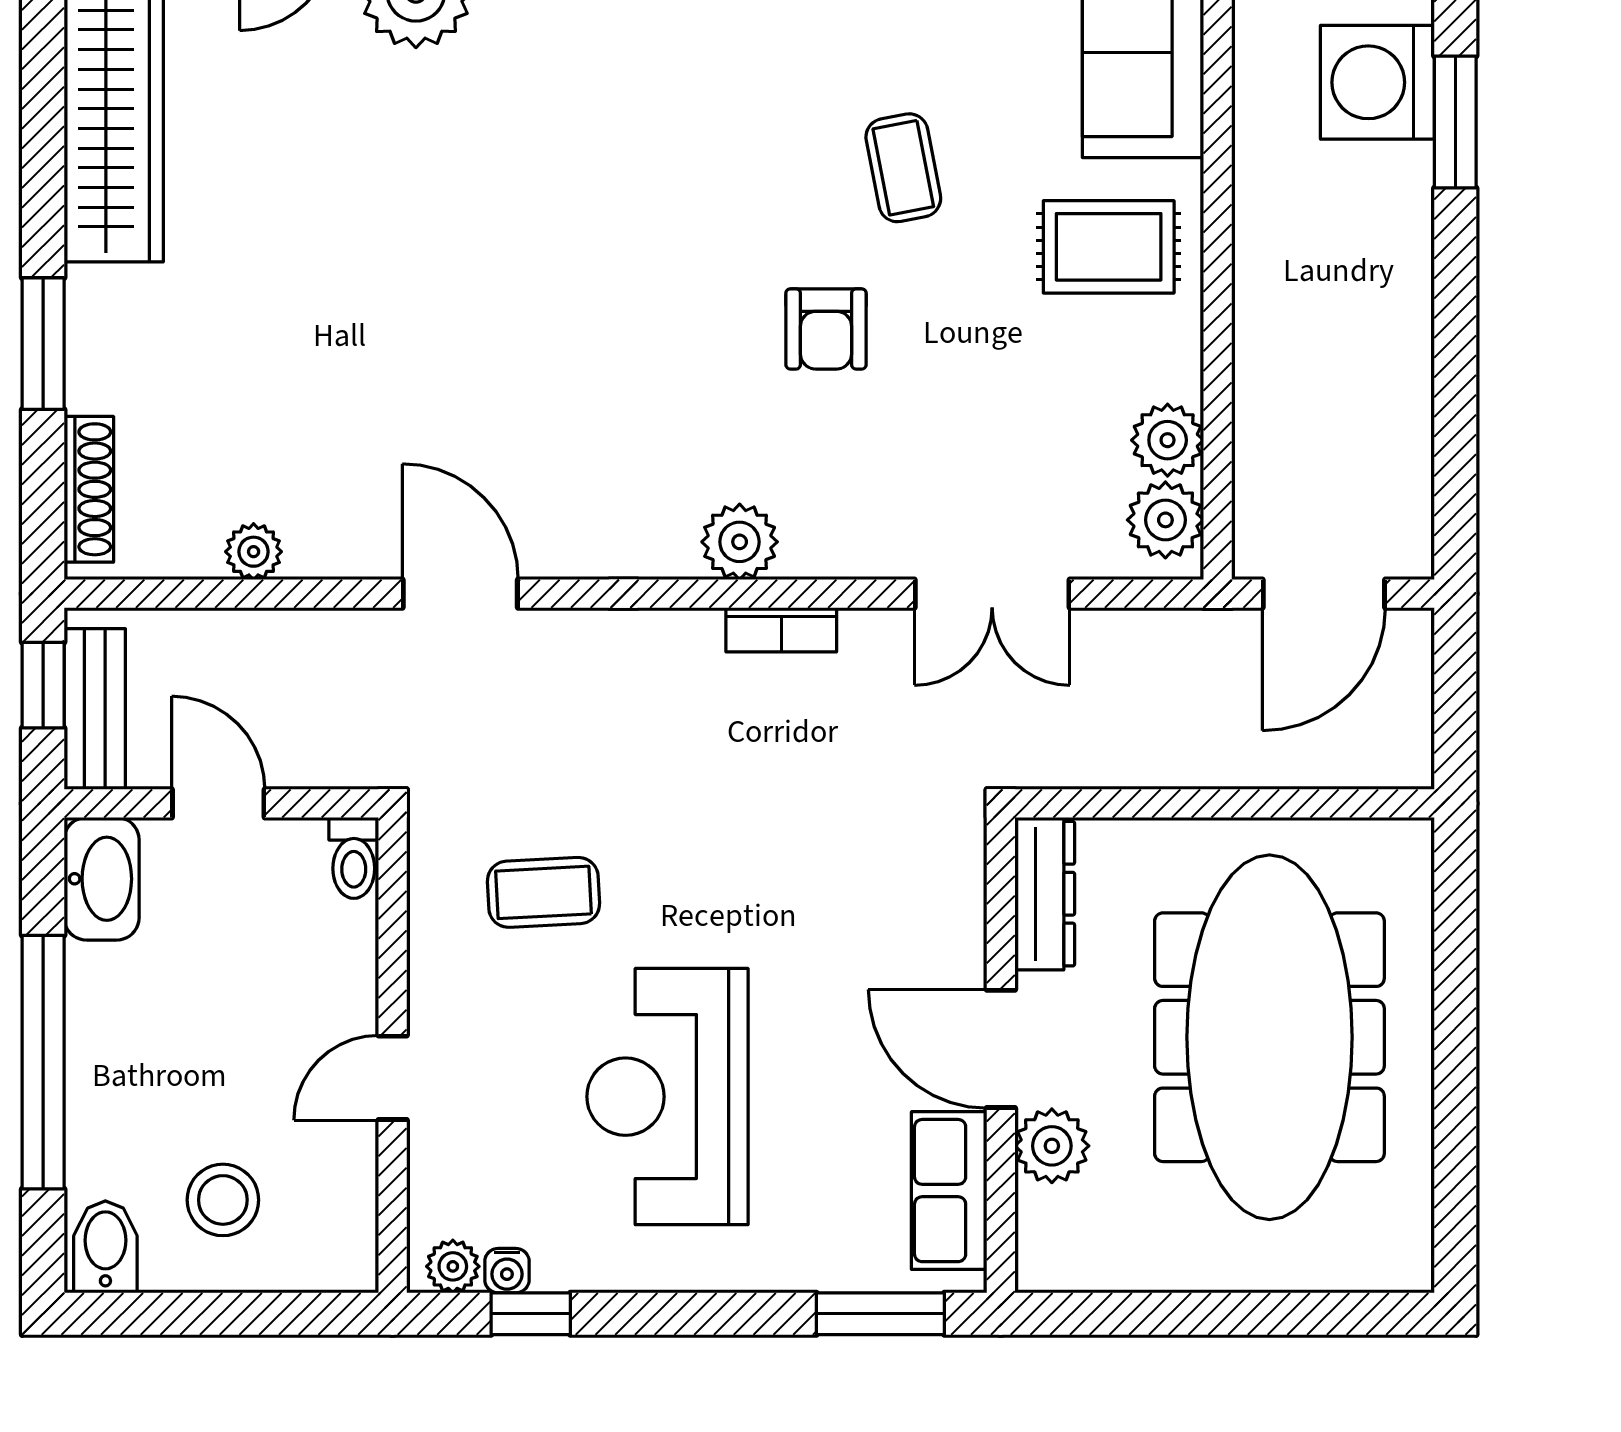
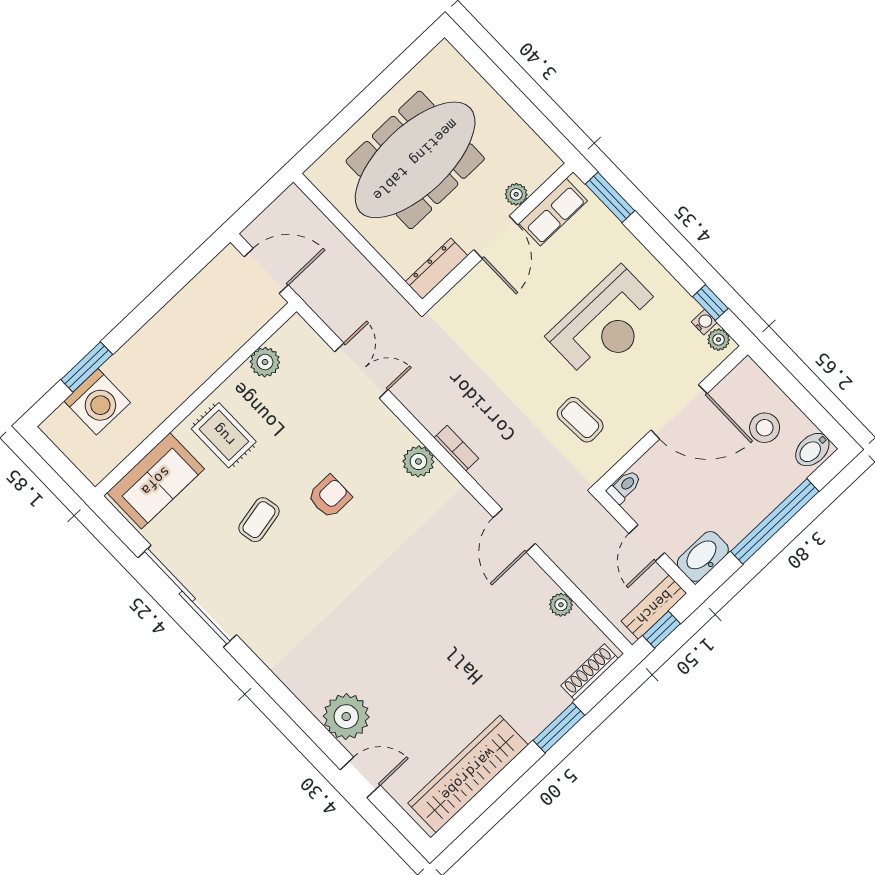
plant: (1165, 520) -> (290, 340), removed
bookcase: (781, 630) -> (456, 448), moved
door: (393, 1078) -> (679, 412), width x1.88
plant: (1052, 1146) -> (516, 194), width x0.73, depth x0.73

